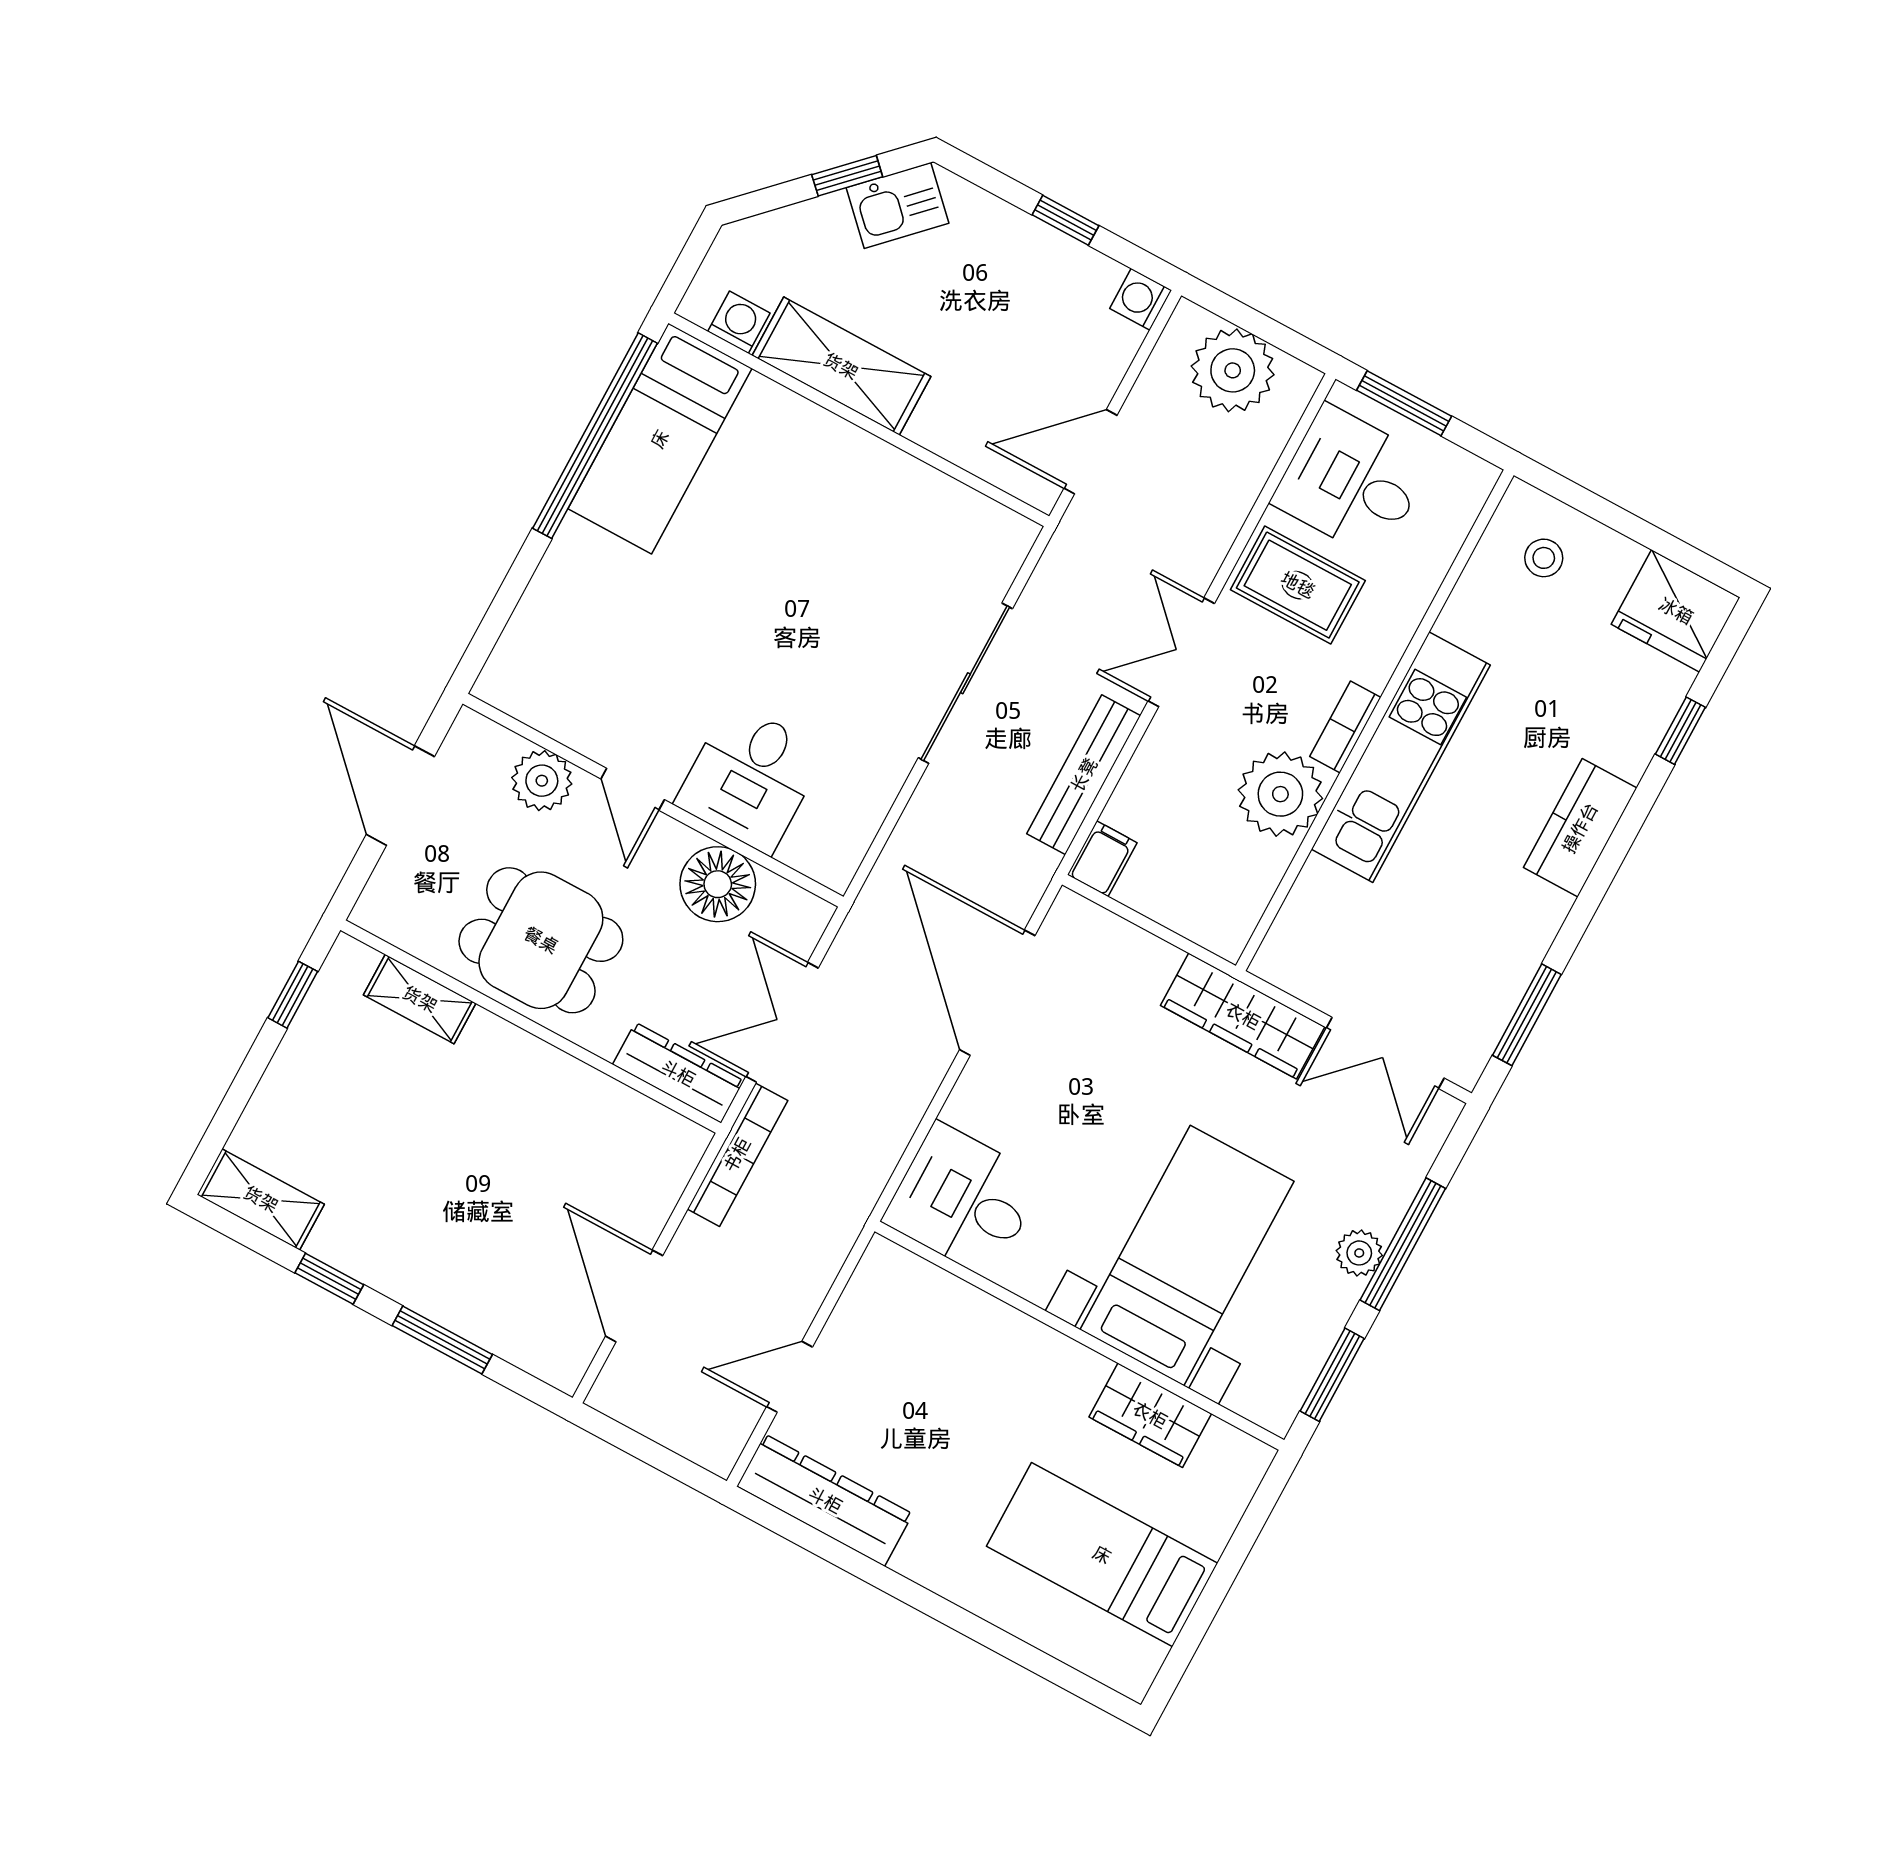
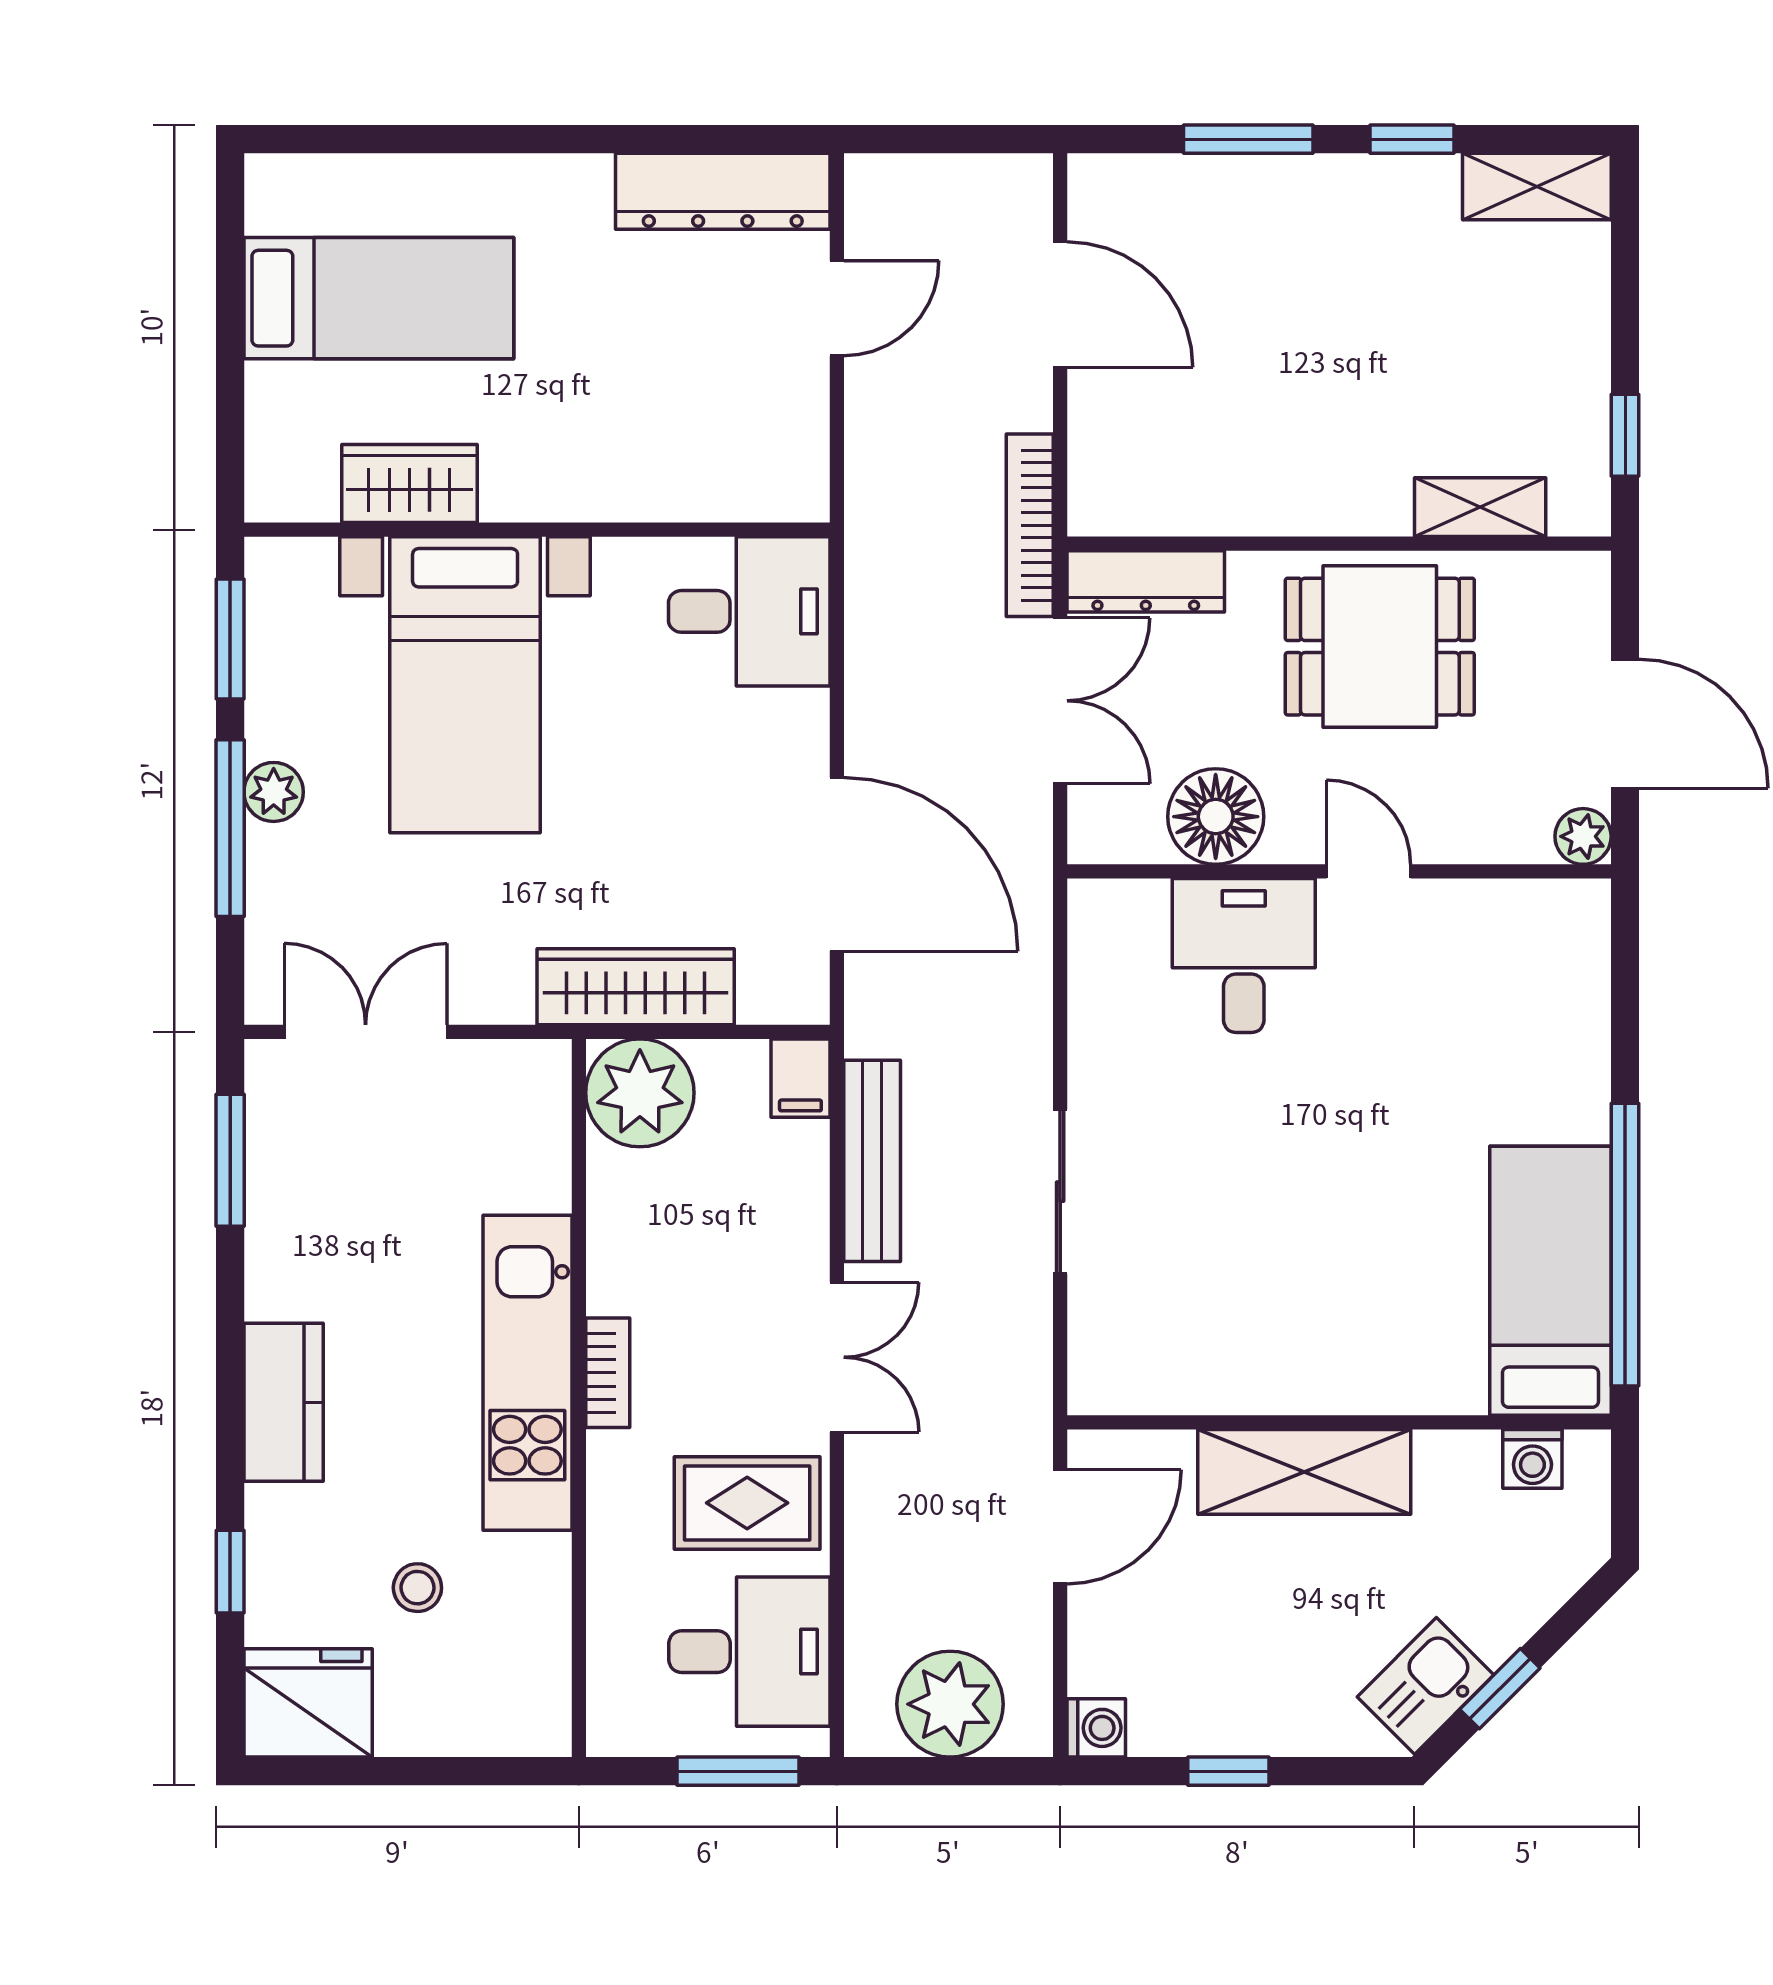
shelving: (841, 366) -> (1304, 1472), moved
stool: (1544, 558) -> (417, 1588), moved
sliding door: (965, 683) -> (1060, 1192), width x0.73
plant: (542, 781) -> (1583, 836), moved, width x0.73, depth x0.73
plant: (1280, 794) -> (640, 1093), moved
wardrobe: (1243, 1016) -> (636, 987), moved

